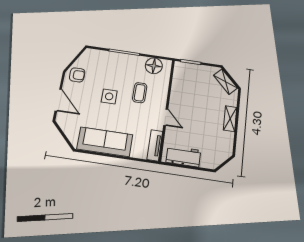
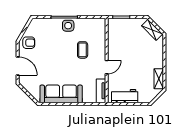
floor lamp: (154, 66) -> (91, 25), removed
side table: (109, 96) -> (68, 26), moved
door: (166, 117) -> (107, 67), hinge flipped
shelving: (230, 119) -> (159, 79), moved

